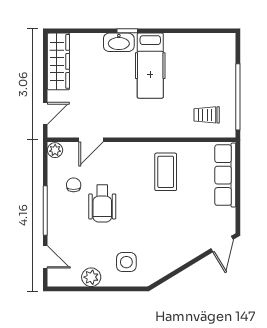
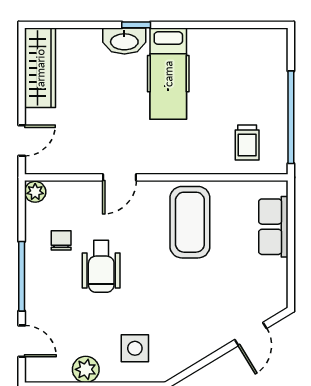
trolley: (207, 115) -> (247, 143), turned -90
door: (91, 140) -> (119, 177), moved
coffee table: (166, 172) -> (190, 222), width x1.36, depth x1.32
row of seats: (225, 175) -> (273, 227), width x0.68
door: (222, 244) -> (251, 334), moved

